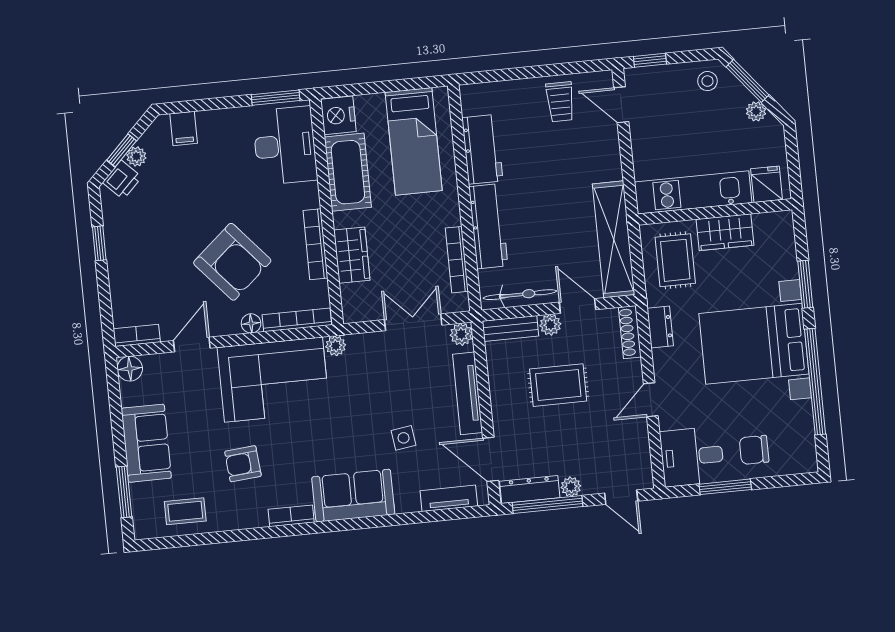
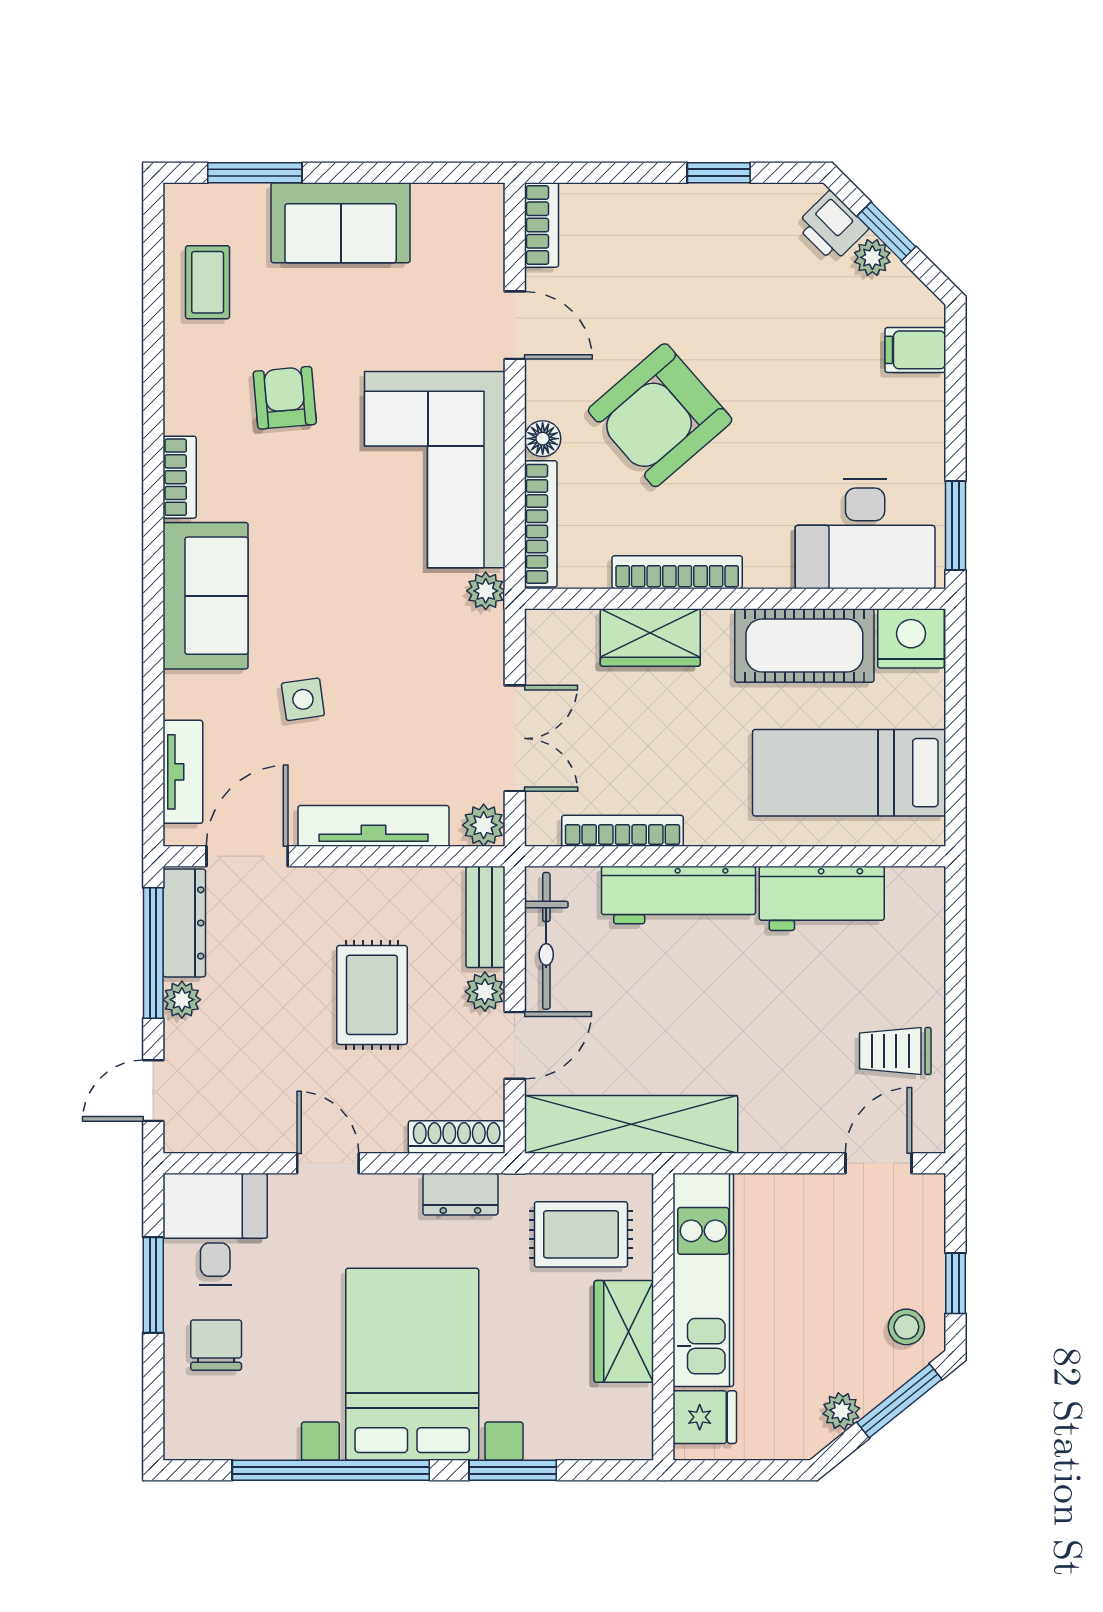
window: (650, 60) -> (955, 1283), moved
floor lamp: (130, 369) -> (481, 206), removed

